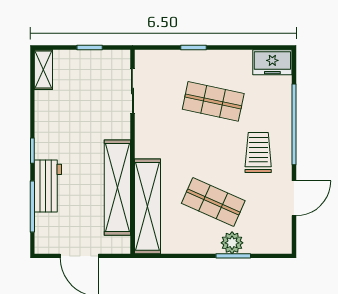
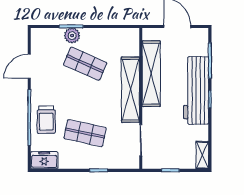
trolley: (258, 152) -> (46, 120), moved
workbench: (48, 186) -> (196, 90), width x1.88, depth x1.32
shelving: (148, 206) -> (130, 90), moved

